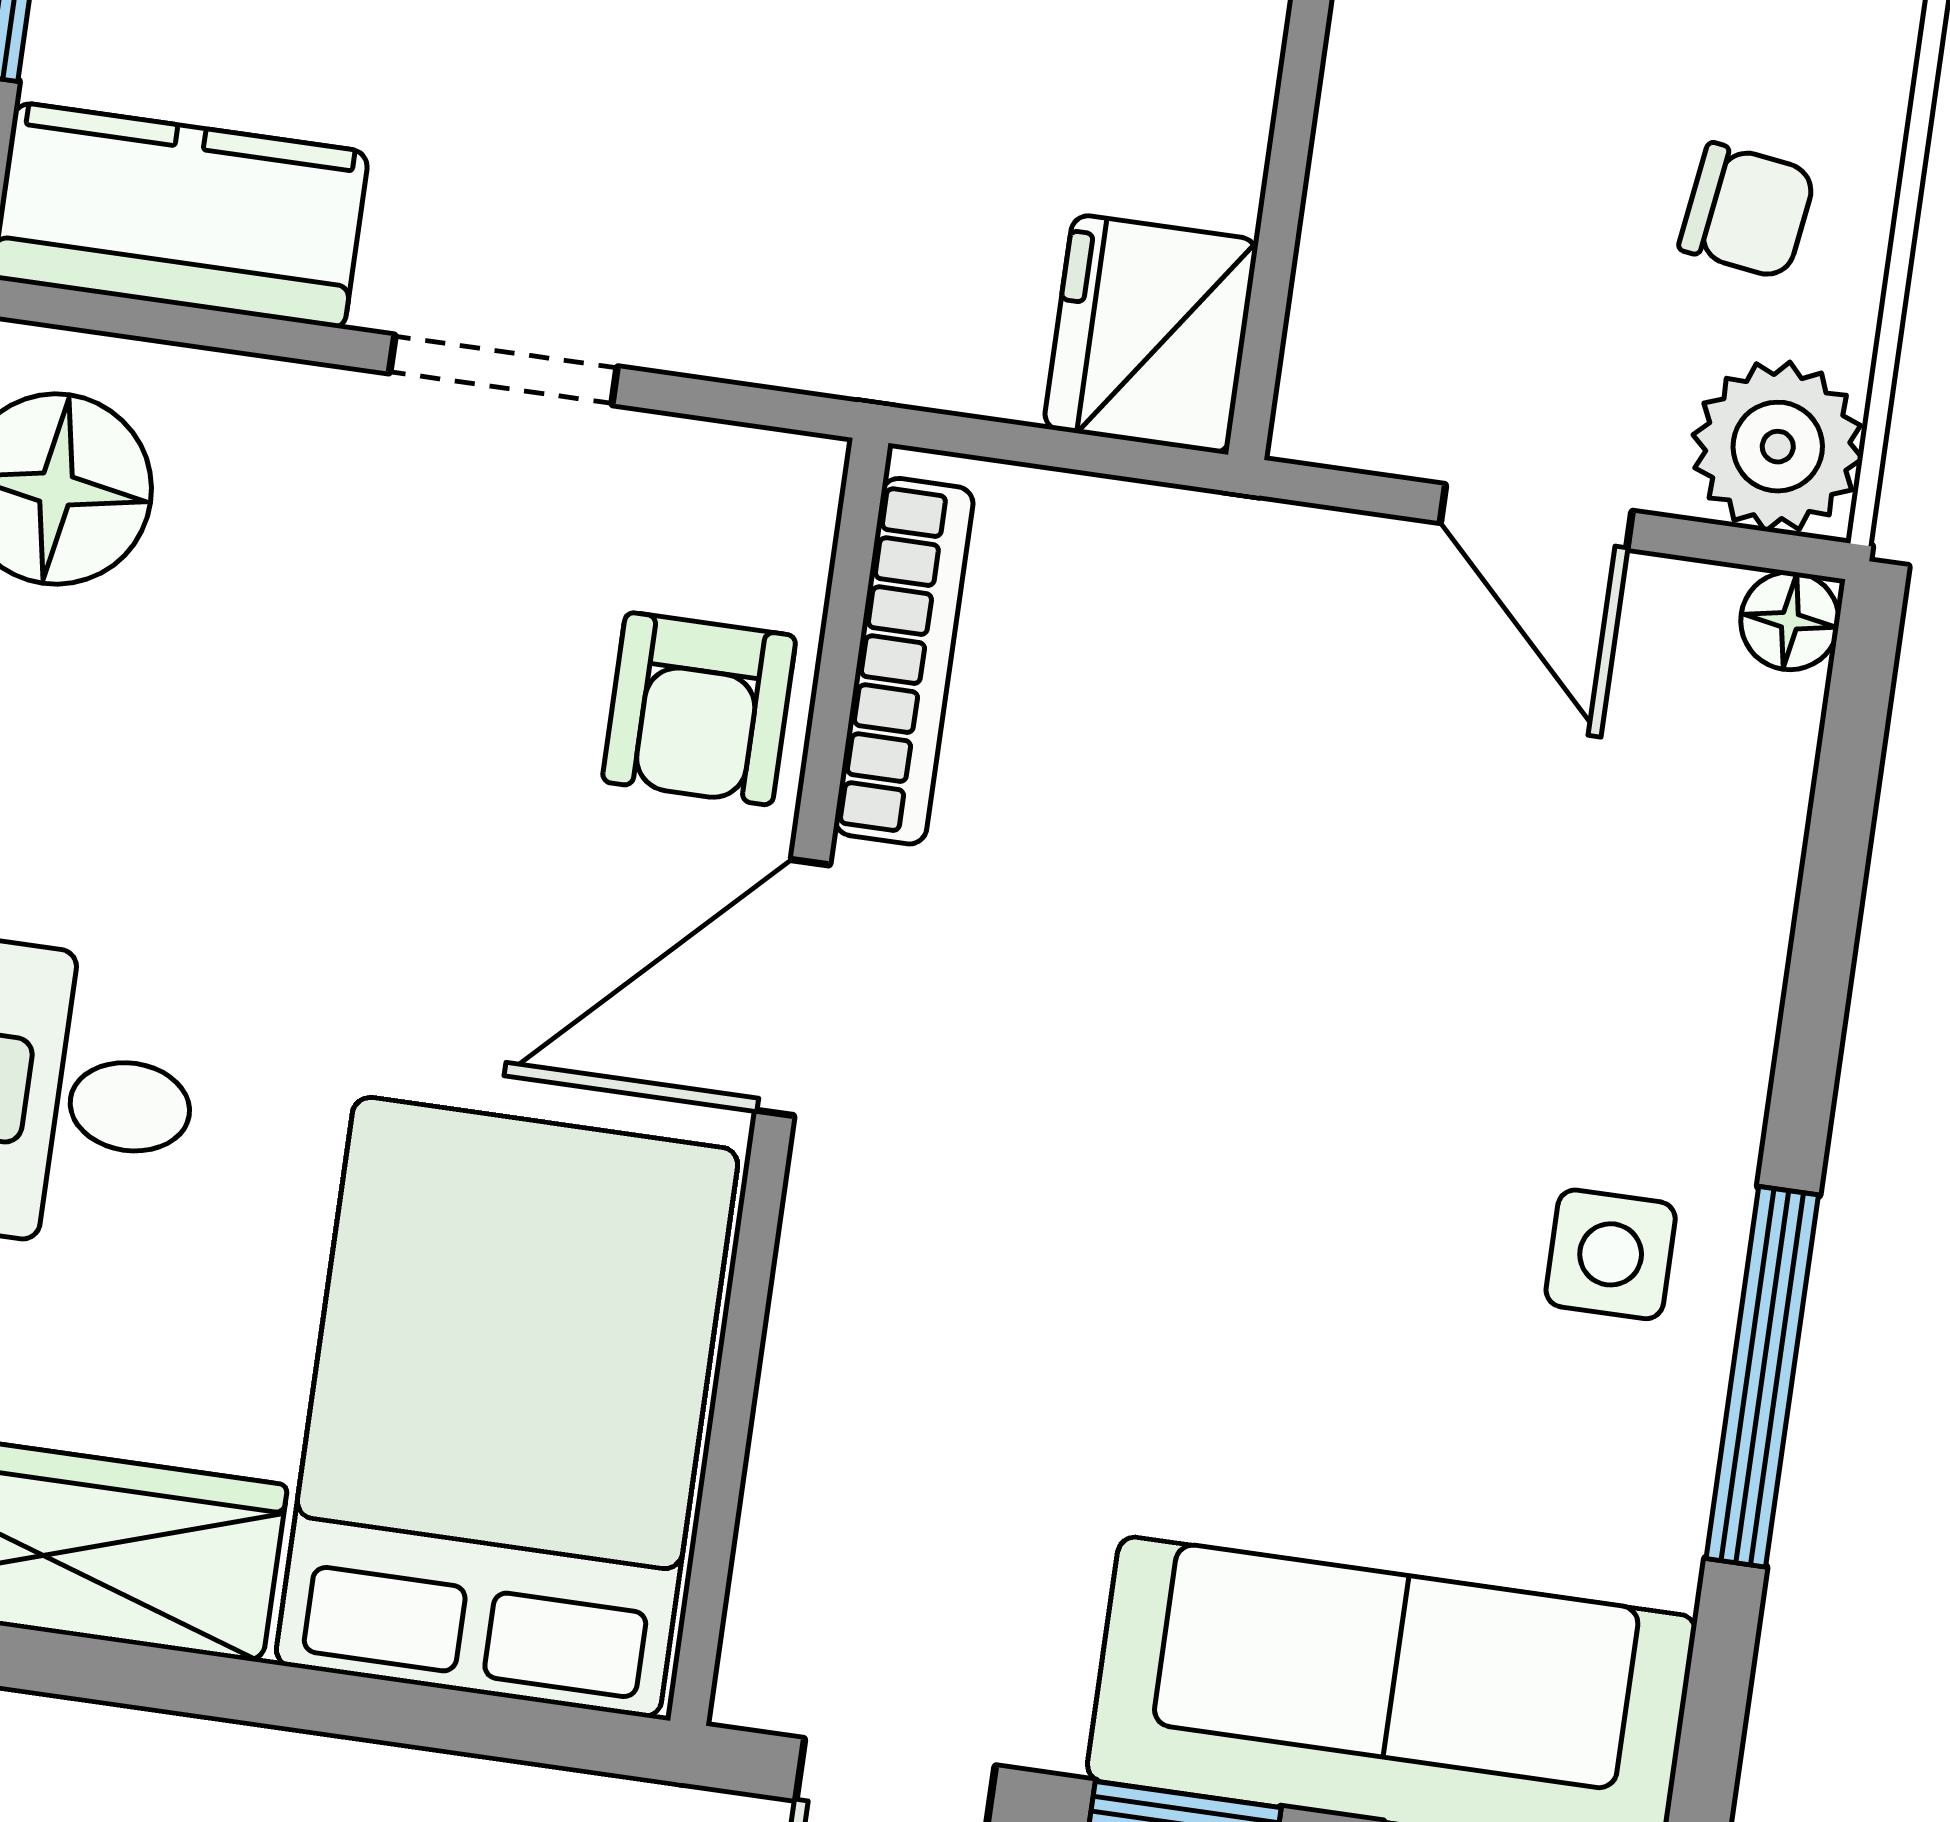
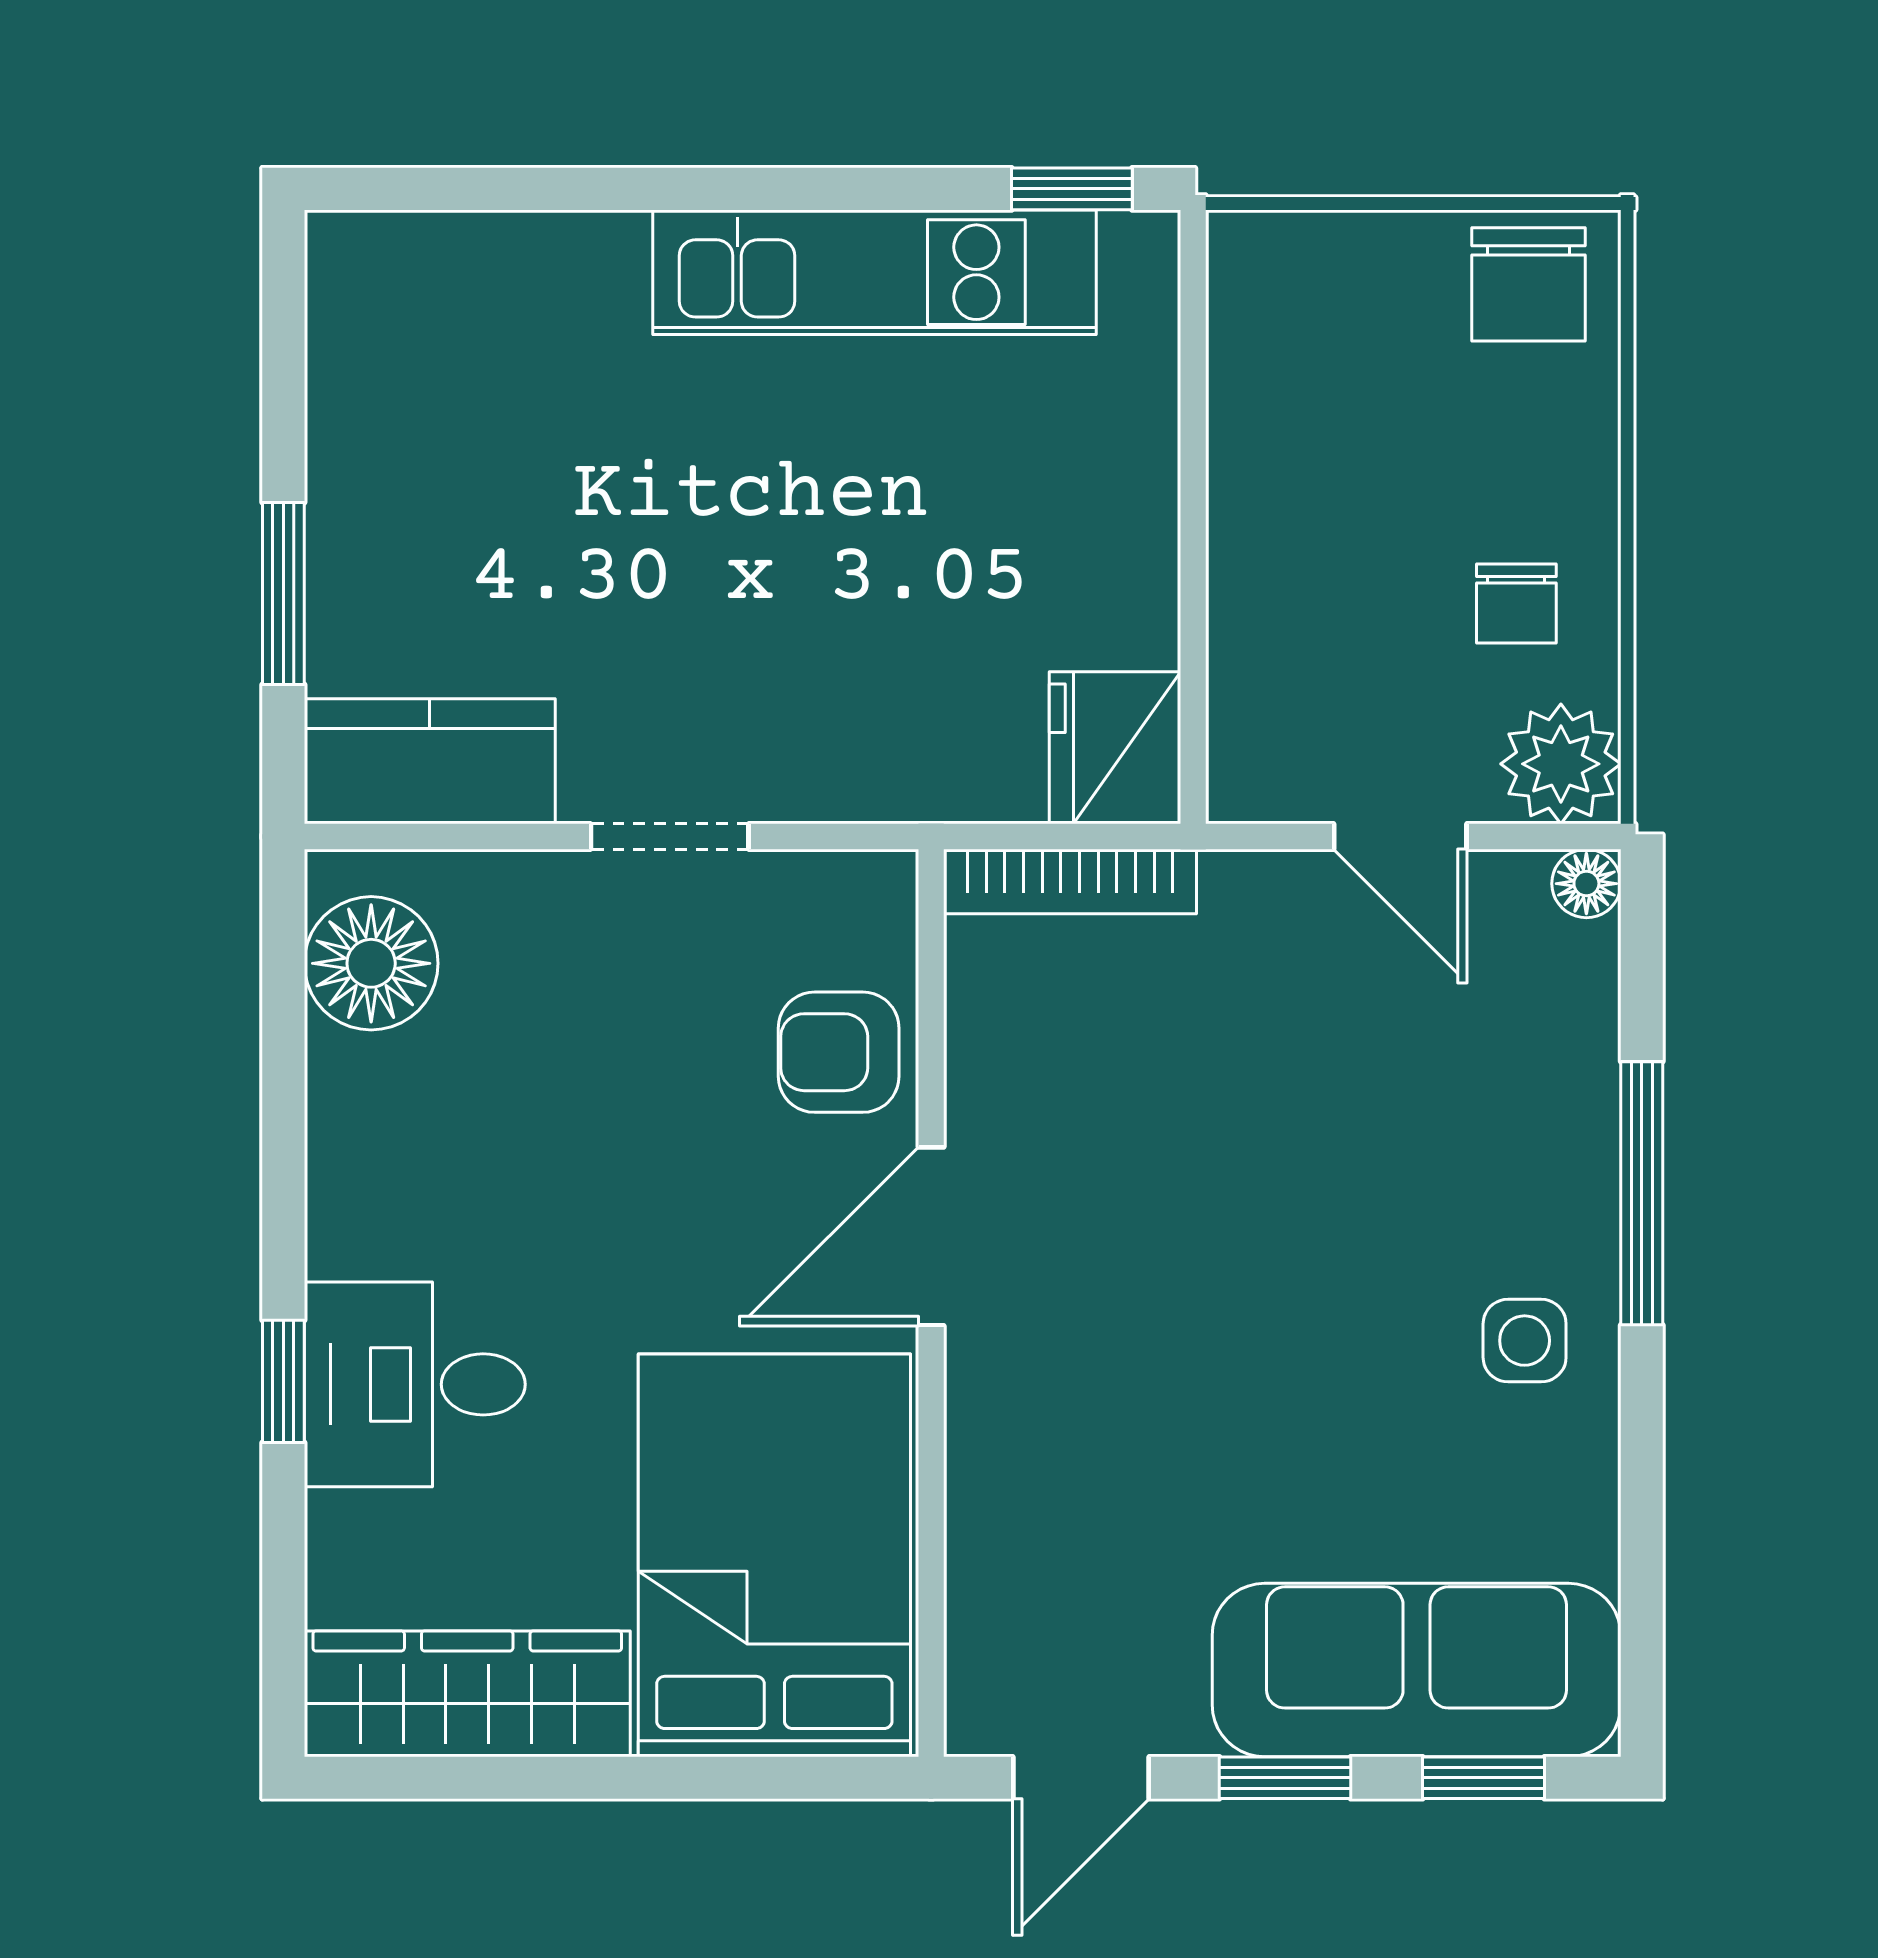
chair: (1747, 211) -> (1516, 603), turned 82
bookcase: (904, 661) -> (1070, 881), moved, turned 90
armchair: (699, 709) -> (839, 1052), turned 90
window: (1762, 1377) -> (1642, 1193), moved

